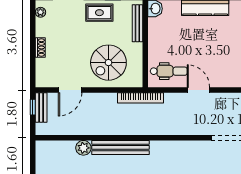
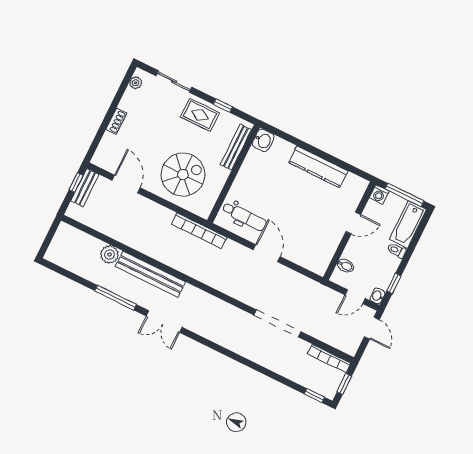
spiral stairs: (108, 63) -> (183, 175), turned 180
door: (70, 90) -> (126, 184), swing flipped

